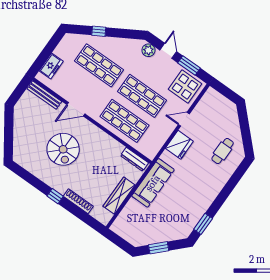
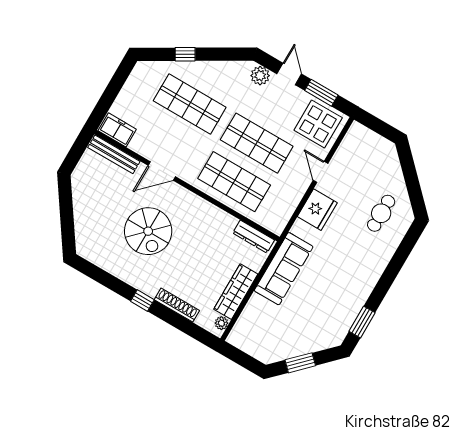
freezer: (51, 66) -> (117, 130), moved, turned -90
door: (184, 119) -> (320, 172), hinge flipped
plant: (107, 216) -> (221, 323), added

